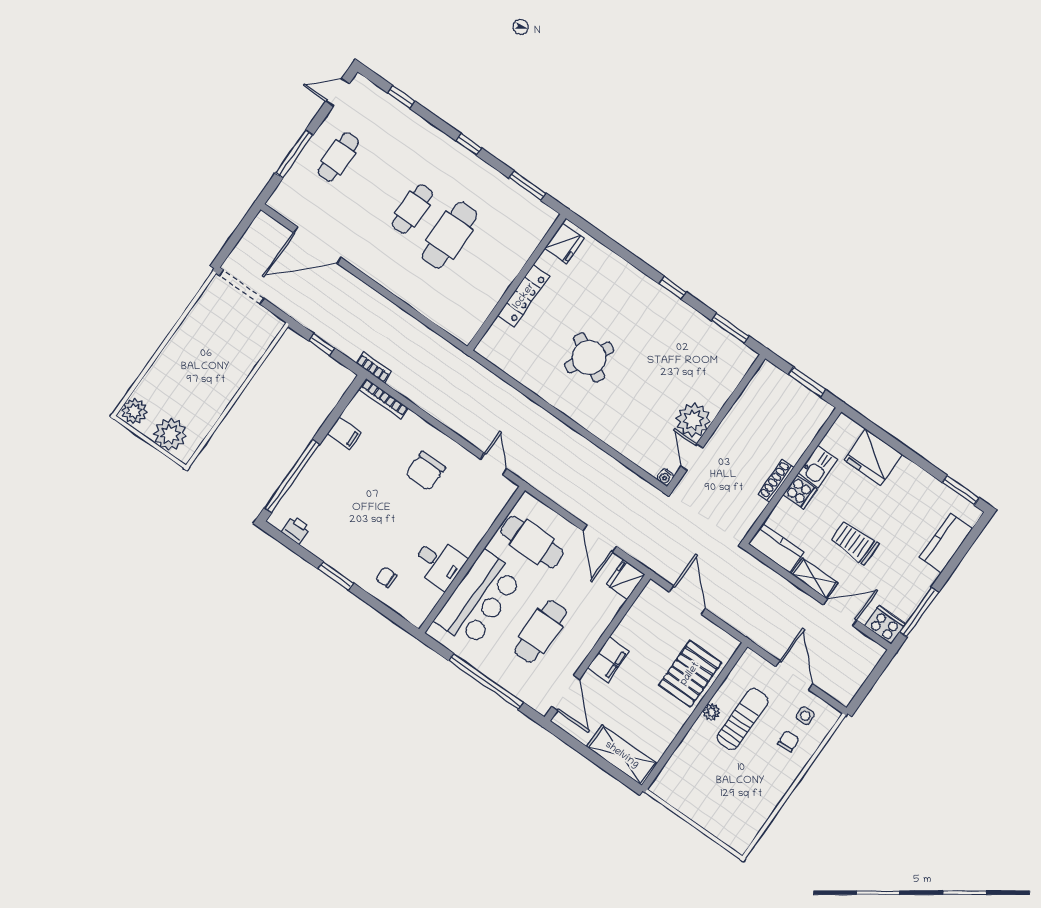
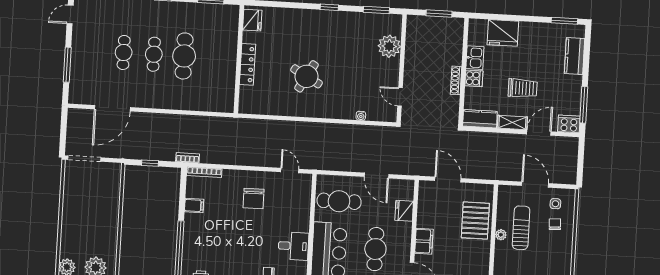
cafe table: (338, 157) -> (124, 52), moved
plant: (693, 420) -> (389, 46), moved
water cooler: (665, 477) -> (361, 116), moved
trolley: (855, 543) -> (523, 88), turned 180
fridge: (626, 579) -> (404, 211), moved

